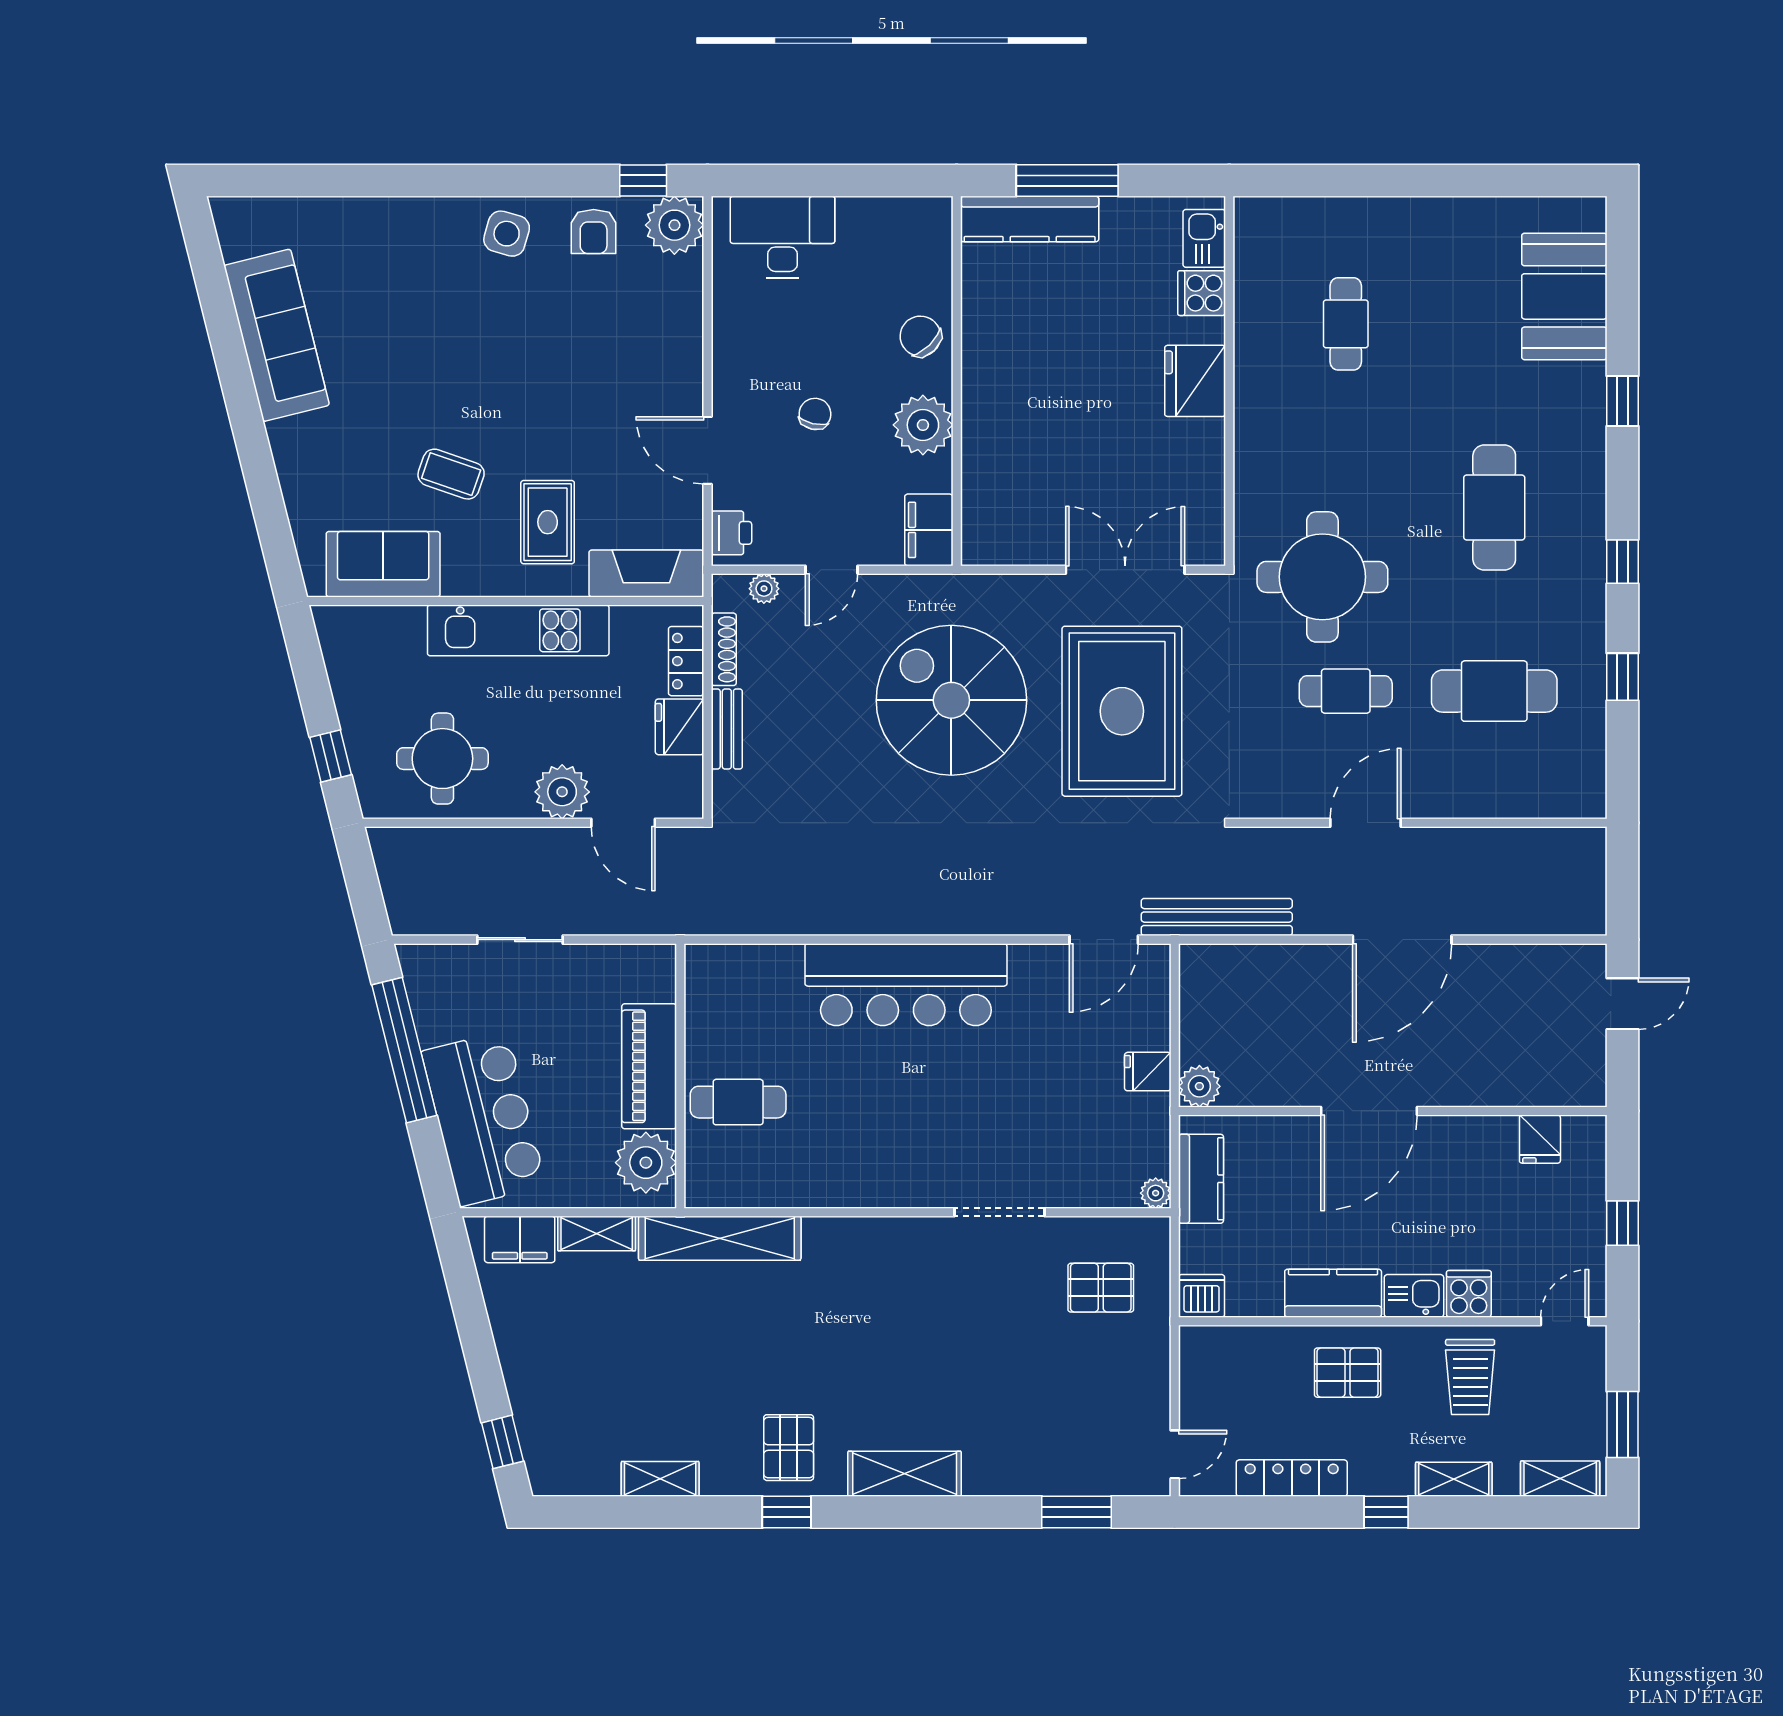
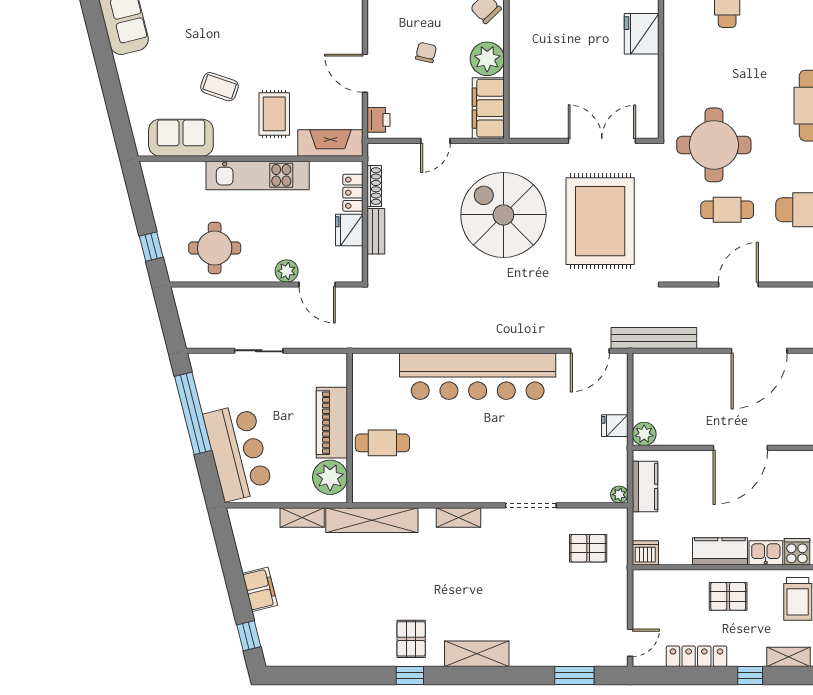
filing cabinet: (929, 530) -> (488, 108), width x1.50, depth x1.17
plant: (764, 589) -> (397, 152), removed
plant: (562, 792) -> (287, 271), width x0.73, depth x0.73
bar counter: (906, 985) -> (478, 376), width x1.36
filing cabinet: (520, 1239) -> (260, 589), moved, turned -104
shelving: (660, 1479) -> (458, 518), moved

